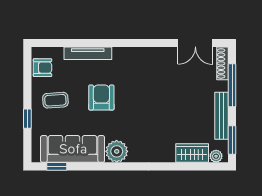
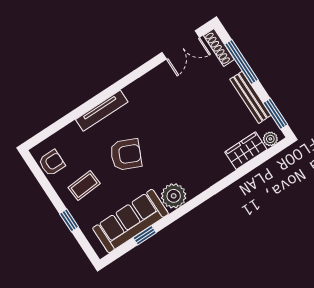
tv unit: (88, 53) -> (102, 111), moved
armchair: (101, 98) -> (126, 155), turned 114
window: (57, 166) -> (145, 235), moved

